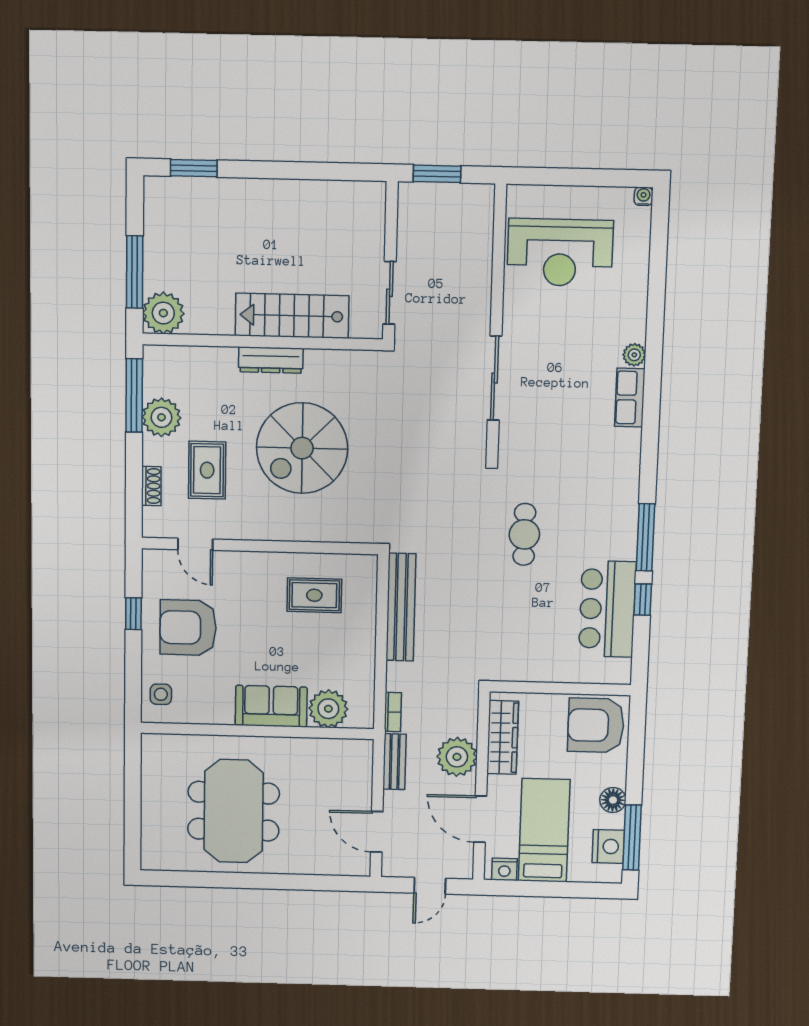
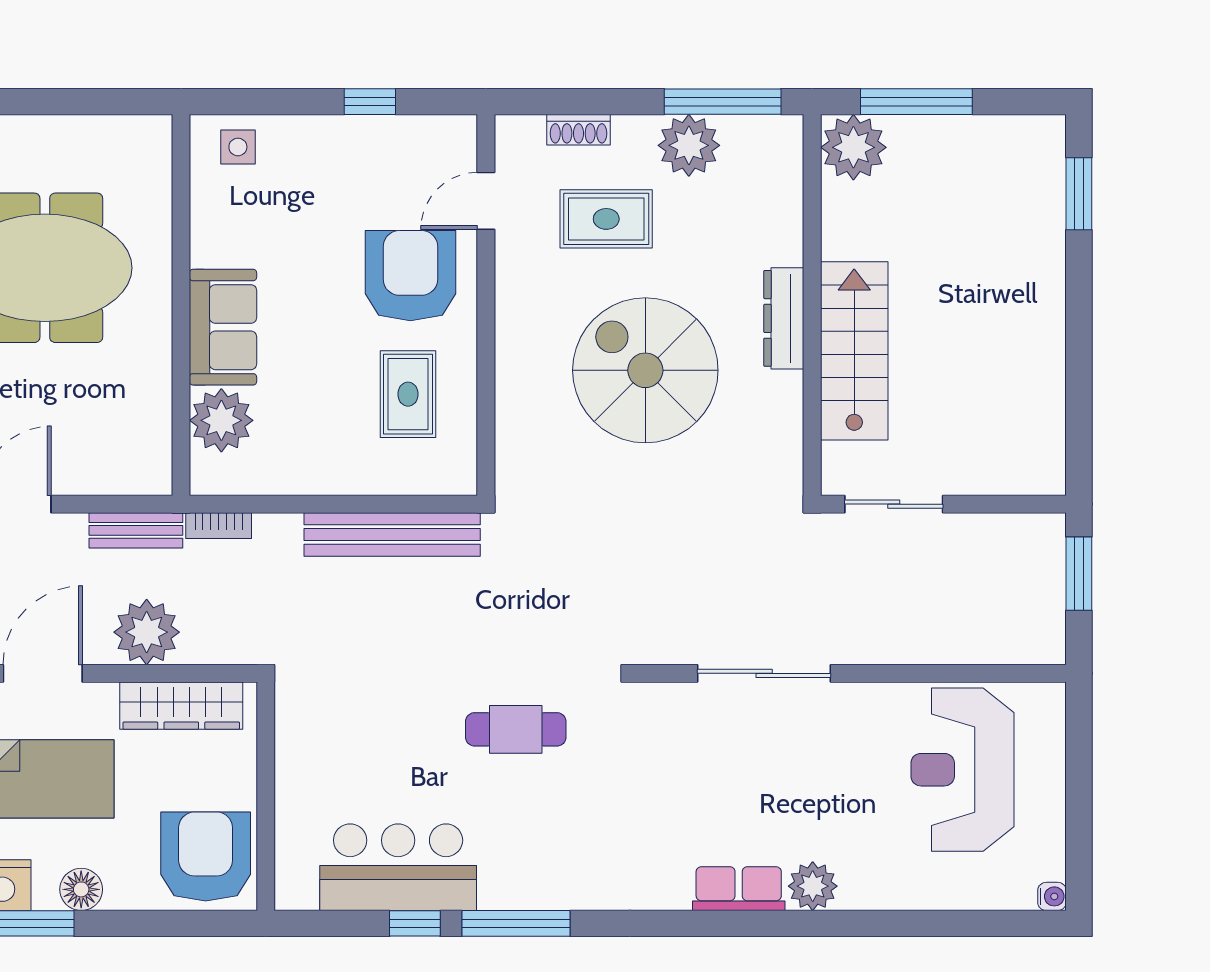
plant: (634, 355) -> (813, 886), width x1.38, depth x1.38
armchair: (188, 628) -> (410, 276), moved

